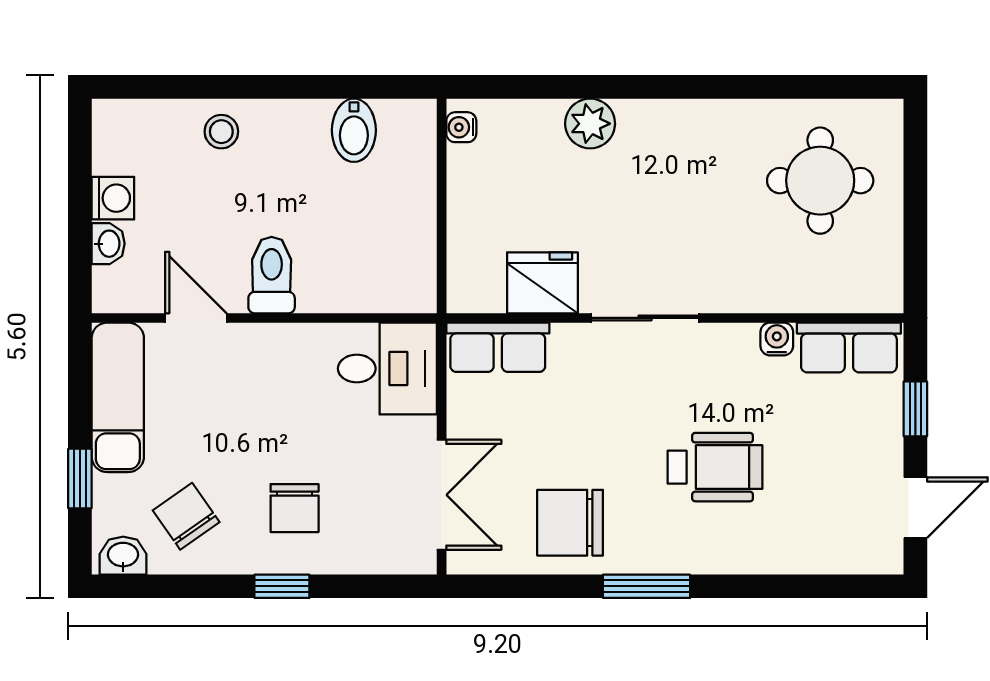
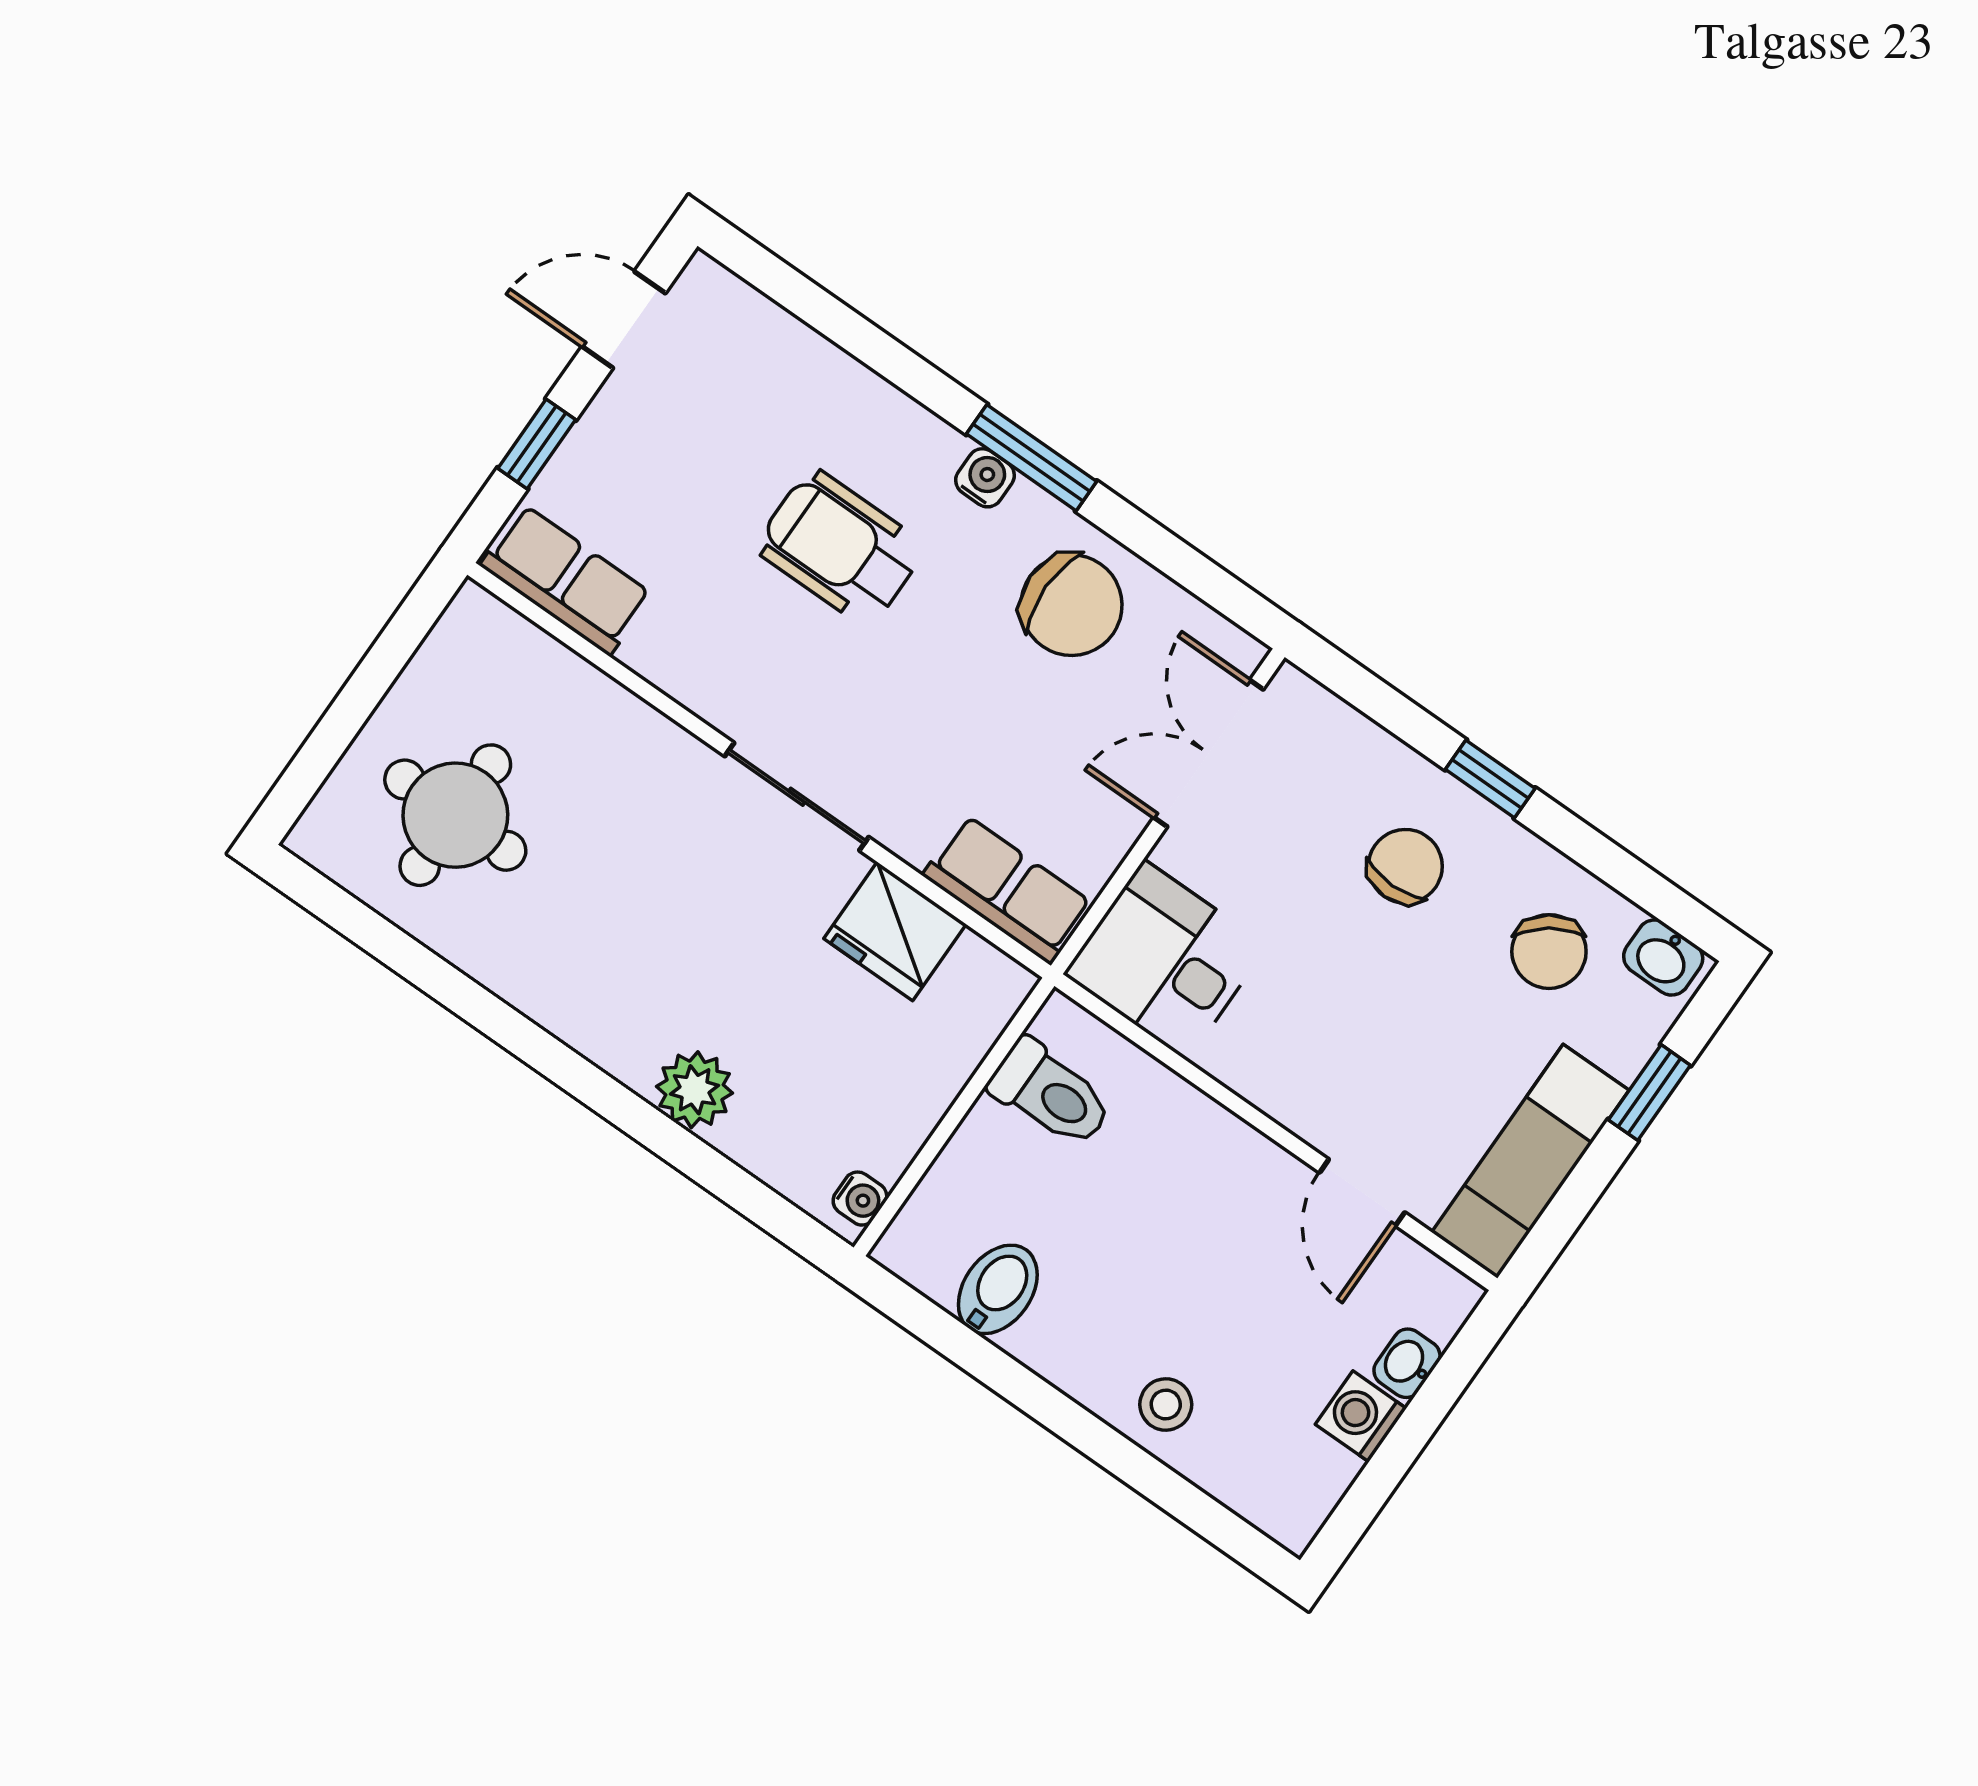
toilet: (272, 275) -> (1051, 1094), moved, turned -90
water cooler: (777, 339) -> (985, 478), moved, turned 180

